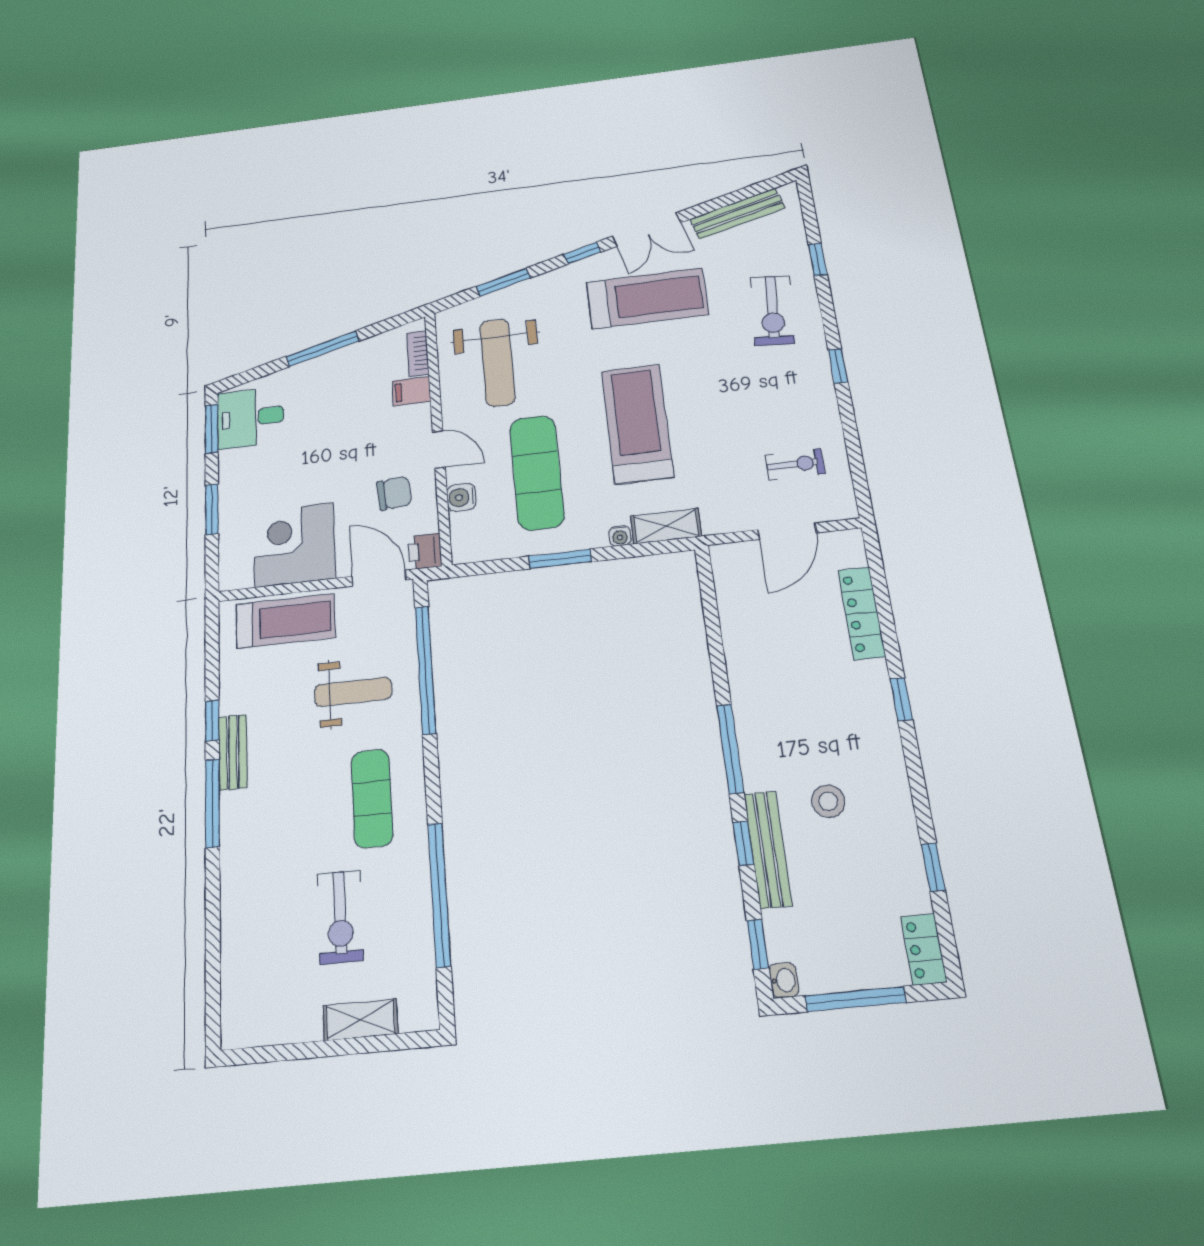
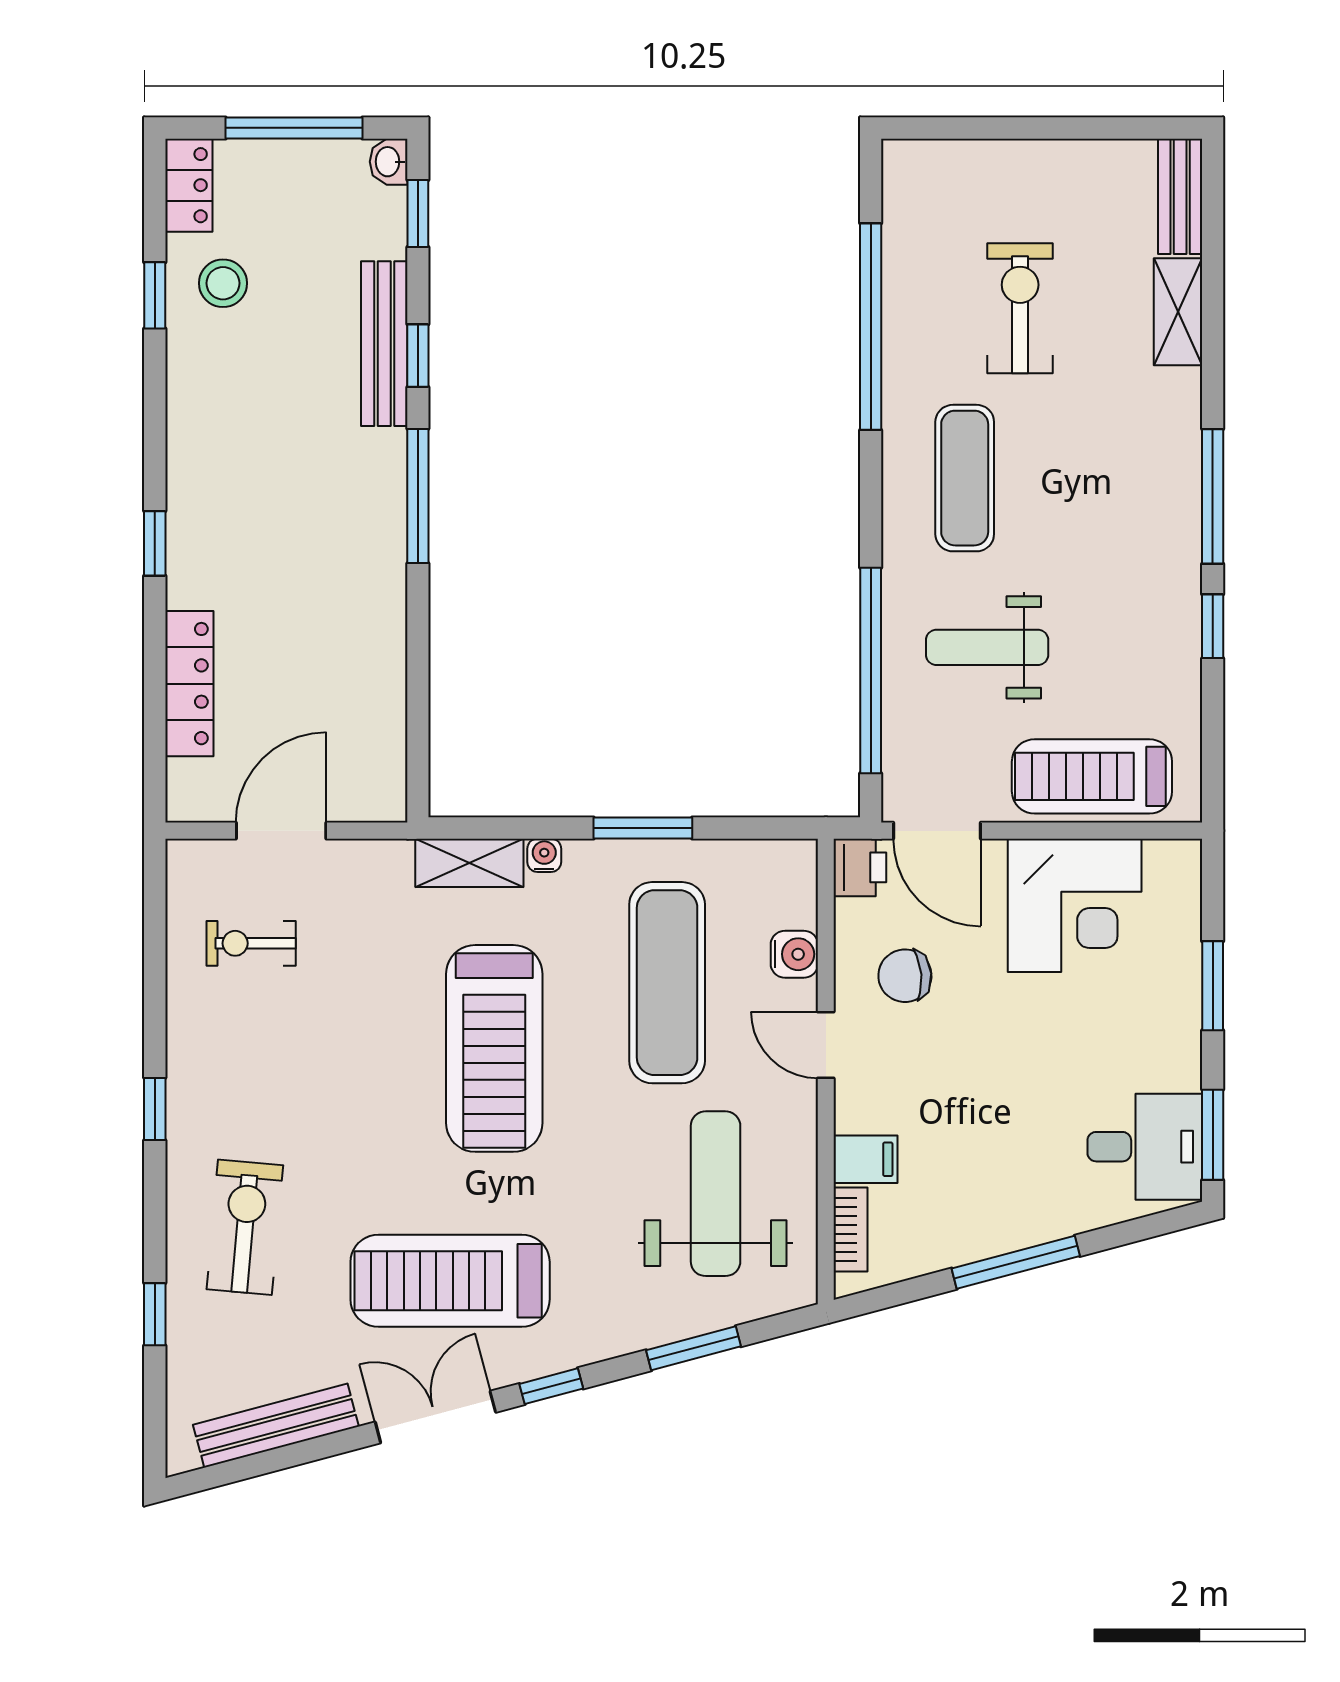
bench: (233, 752) -> (1180, 196), moved
stool: (828, 801) -> (223, 283), moved
shelving: (360, 1020) -> (1178, 312), moved, turned 90

